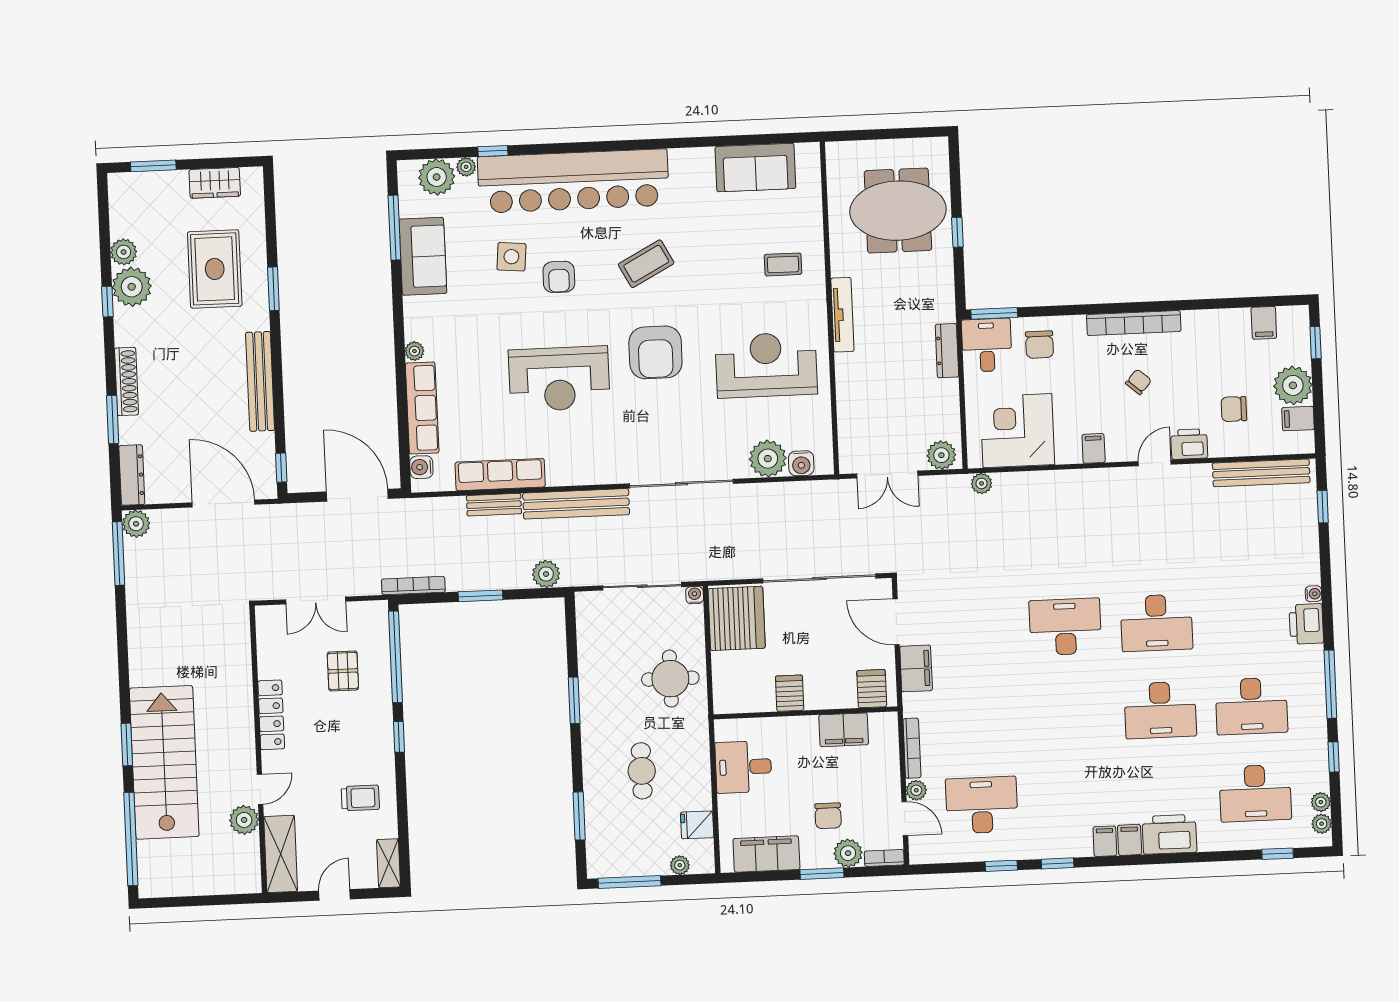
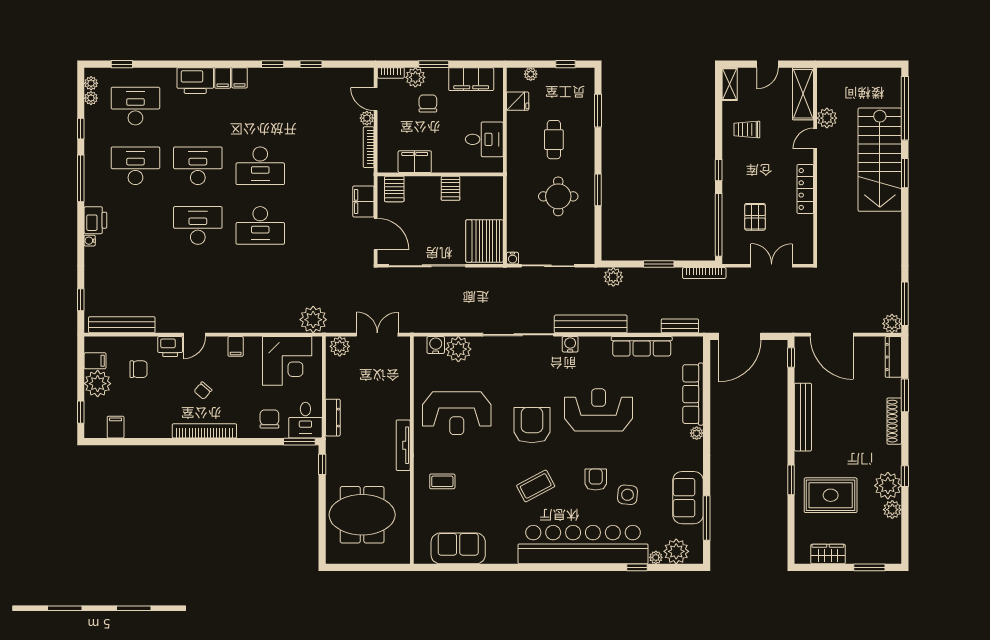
window: (957, 232) -> (322, 464), moved
rug: (215, 269) -> (831, 495), turned 90
water cooler: (421, 467) -> (570, 344), moved, turned -90
plant: (982, 483) -> (313, 320), width x1.87, depth x1.87
door: (357, 495) -> (740, 336), hinge flipped
bench: (494, 505) -> (680, 326), moved
round table: (670, 679) -> (558, 196), moved
desk: (982, 805) -> (260, 166), moved
window: (629, 882) -> (566, 64), width x0.46

